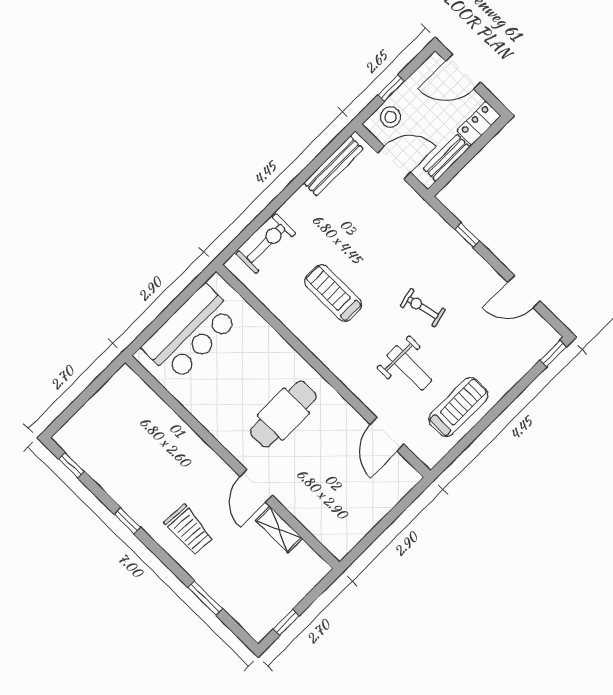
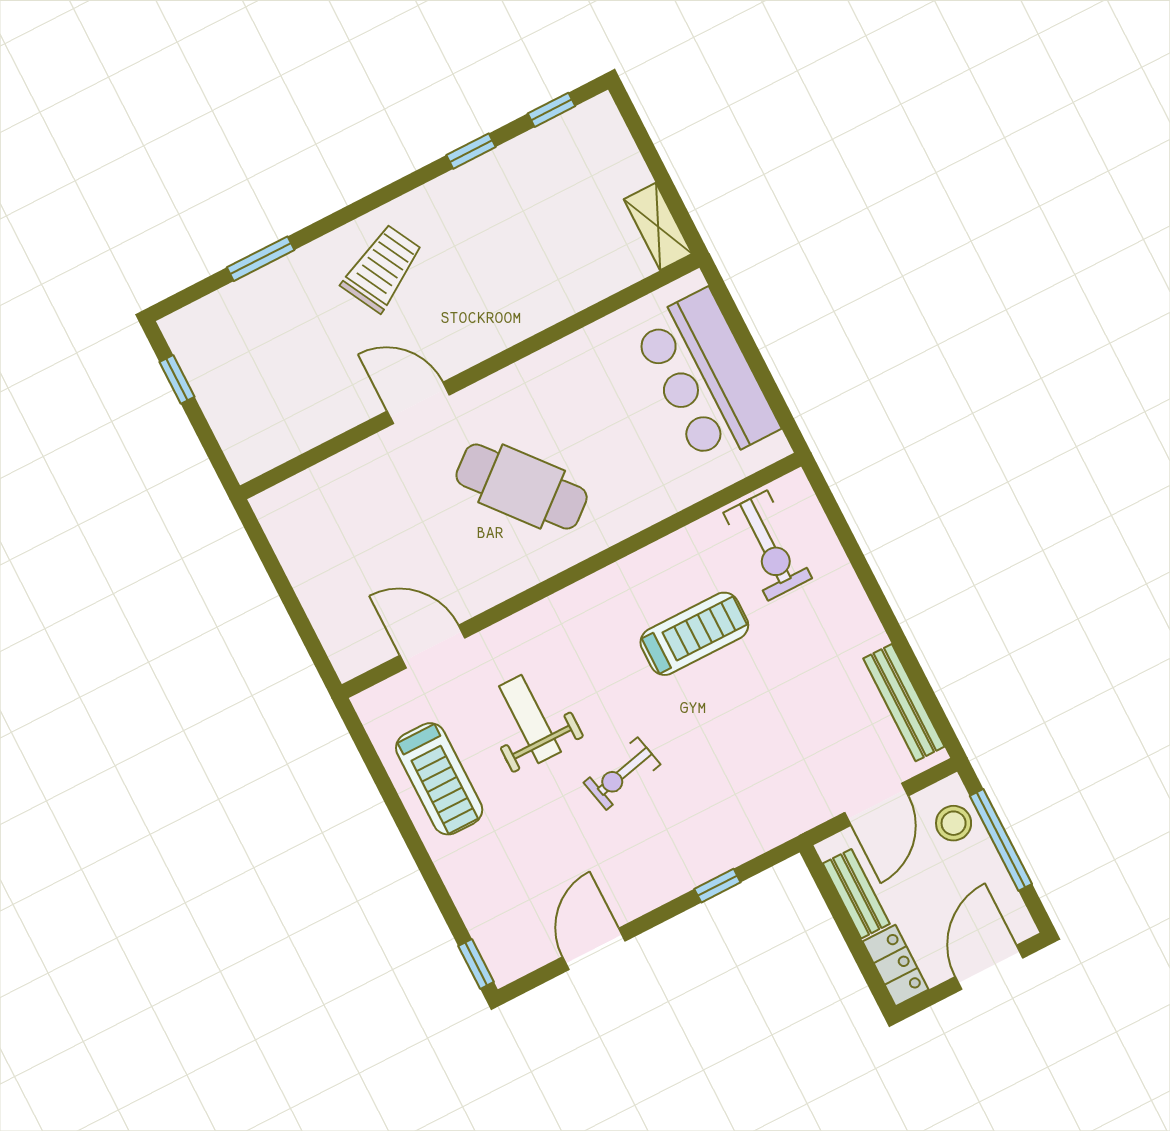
window: (391, 88) -> (1001, 840), width x2.17
exercise bike: (266, 243) -> (768, 545), moved
exercise bike: (423, 308) -> (622, 774), turned 180
weight bench: (409, 368) -> (530, 719), turned 90
cafe table: (283, 414) -> (522, 487), turned -40
window: (127, 521) -> (471, 151), moved
shelving: (279, 529) -> (658, 227), moved, turned 90
trolley: (189, 530) -> (382, 268), turned 148

